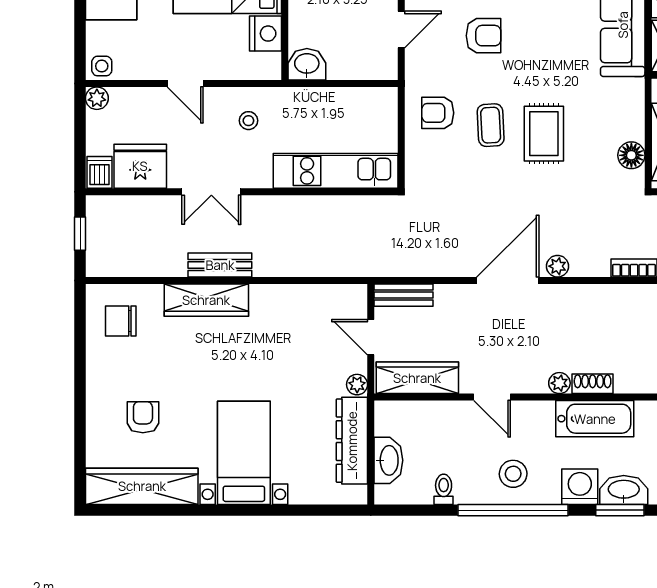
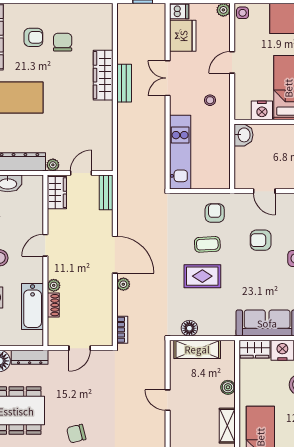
armchair: (484, 36) -> (261, 240), turned 90
chair: (121, 321) -> (63, 42), moved
wardrobe: (417, 378) -> (57, 193), width x0.67

